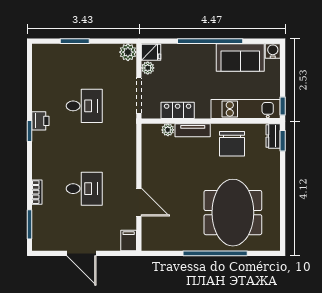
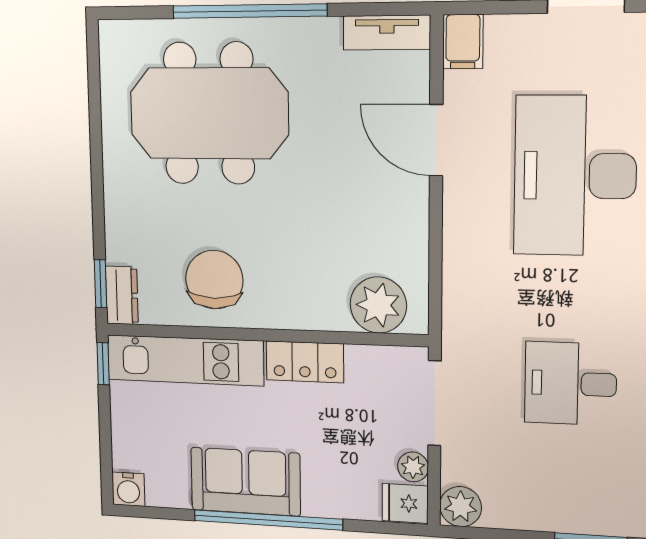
sofa: (240, 57) -> (246, 482), moved
locker: (178, 110) -> (305, 362), moved
plant: (168, 130) -> (378, 305), width x1.88, depth x1.88
tv unit: (193, 130) -> (387, 33), moved, turned 180
desk: (84, 189) -> (575, 176), width x1.87, depth x1.30
meeting table: (233, 213) -> (209, 113), turned 90

